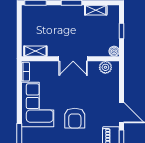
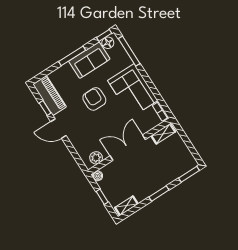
shelving: (96, 10) -> (126, 206), moved
double door: (73, 59) -> (128, 148), width x1.37

